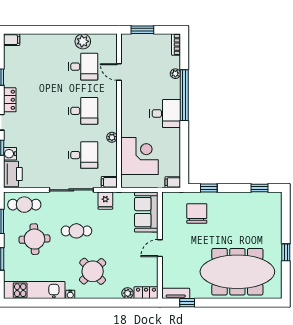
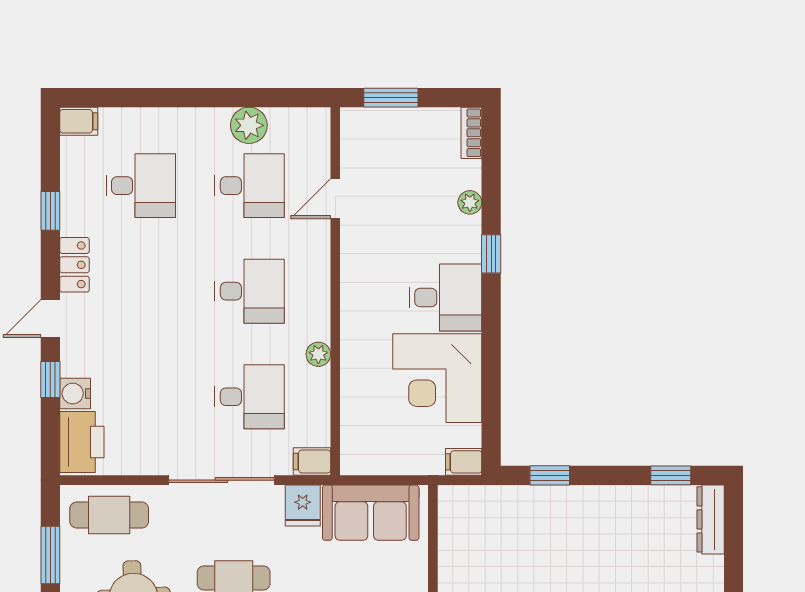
desk: (38, 67) -> (141, 186), added
door: (119, 72) -> (335, 199), hinge flipped
window: (184, 95) -> (491, 254), width x0.32
corner desk: (140, 156) -> (437, 378), moved, turned 180
dresser: (276, 206) -> (711, 519), added
sofa: (146, 212) -> (371, 513), moved, turned -90
chair: (197, 213) -> (521, 536), removed

